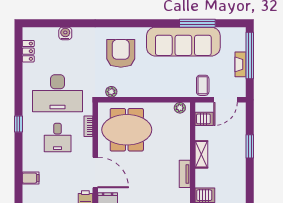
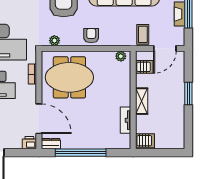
armchair: (149, 86) -> (91, 36), added

